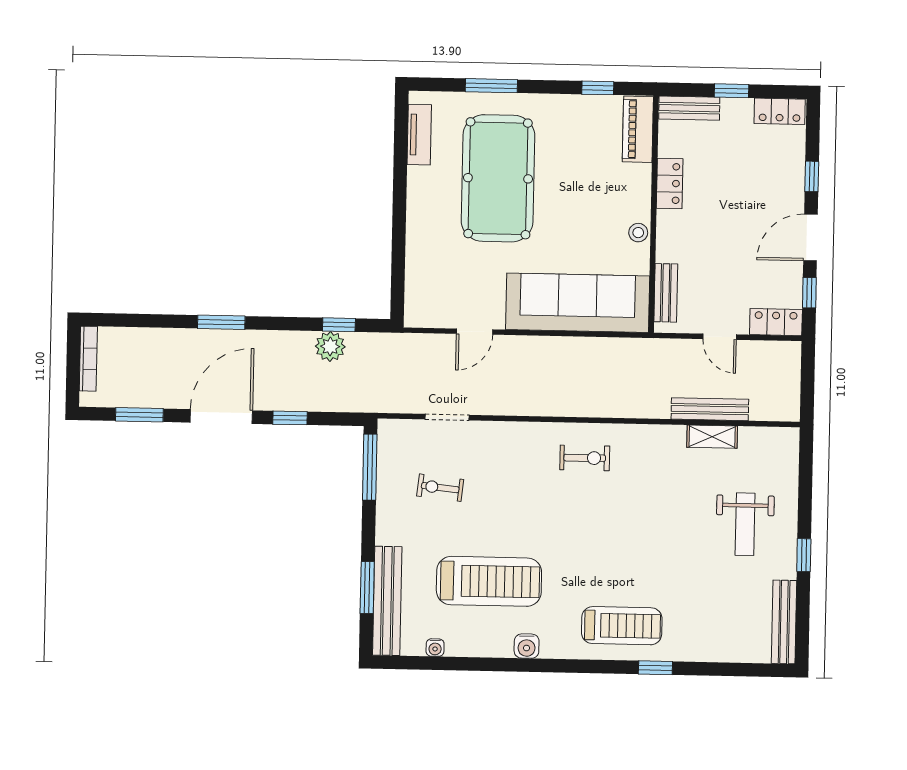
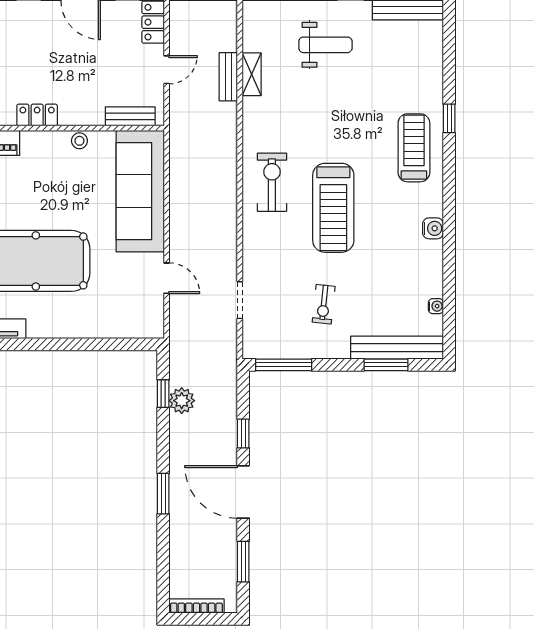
bench: (710, 409) -> (228, 77), width x0.73
exercise bike: (585, 458) -> (272, 182), width x1.38, depth x1.39
exercise bike: (440, 488) -> (324, 304), moved
treadmill: (489, 581) -> (333, 208), moved, turned 180

